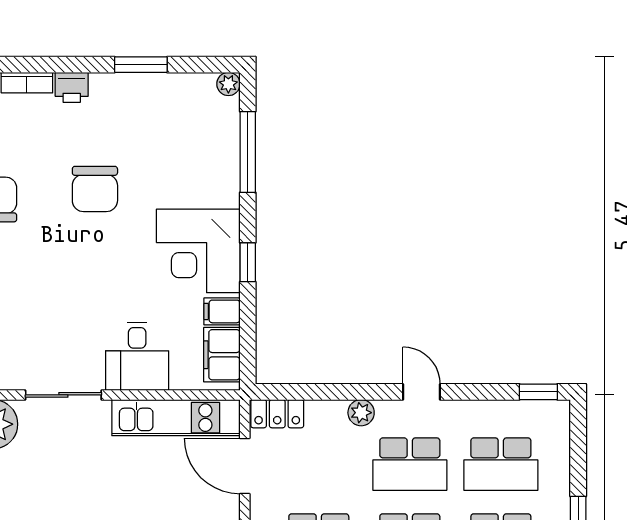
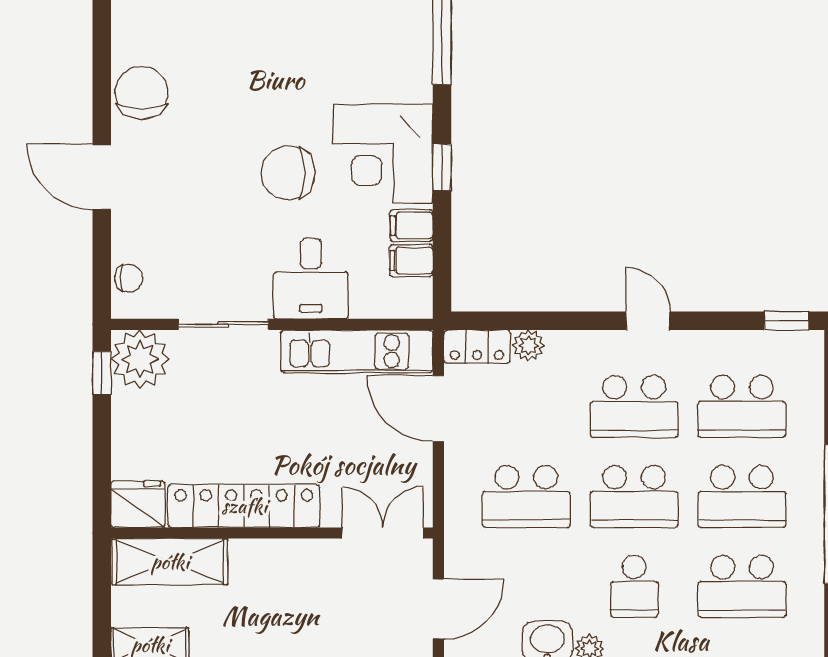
chair: (95, 189) -> (288, 173), moved, turned 90
filing cabinet: (222, 355) -> (411, 261), width x0.50
plant: (361, 413) -> (529, 345), moved

